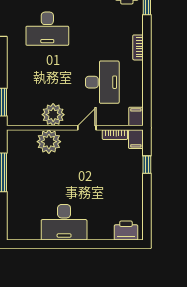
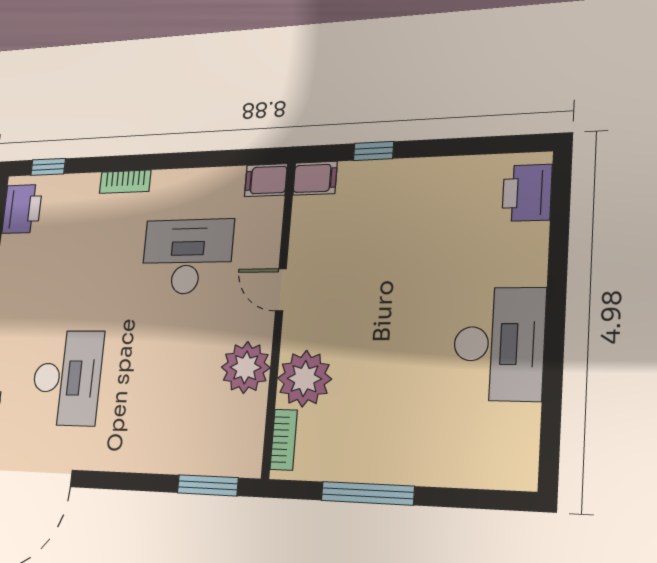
bookcase: (115, 135) -> (284, 440), moved

